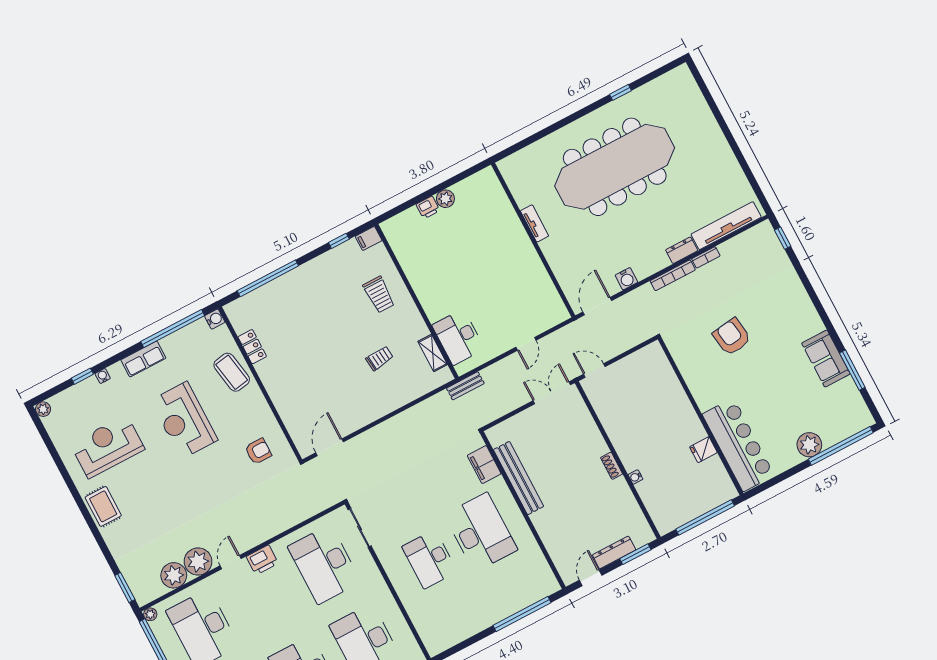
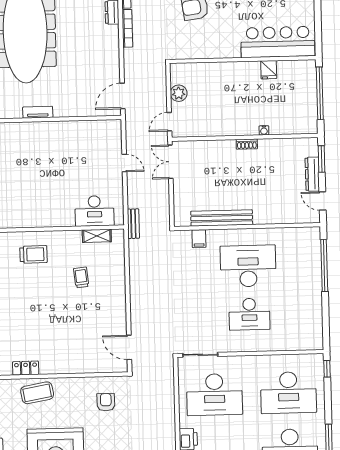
water cooler: (626, 279) -> (113, 64), removed
door: (597, 306) -> (123, 96), hinge flipped
plant: (630, 365) -> (179, 93), added
filing cabinet: (484, 465) -> (199, 239), width x0.50

